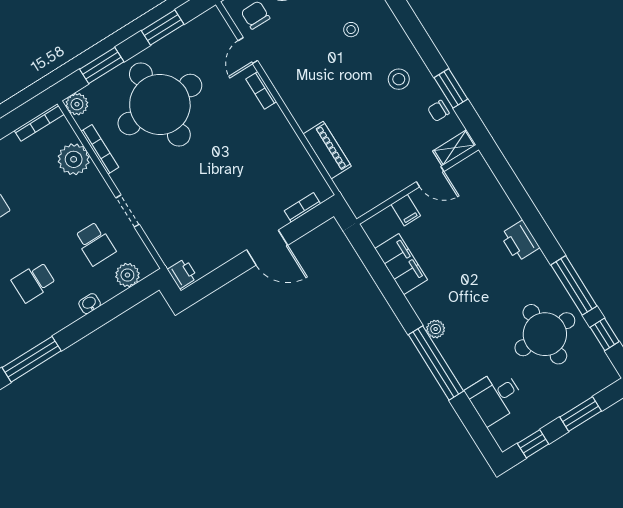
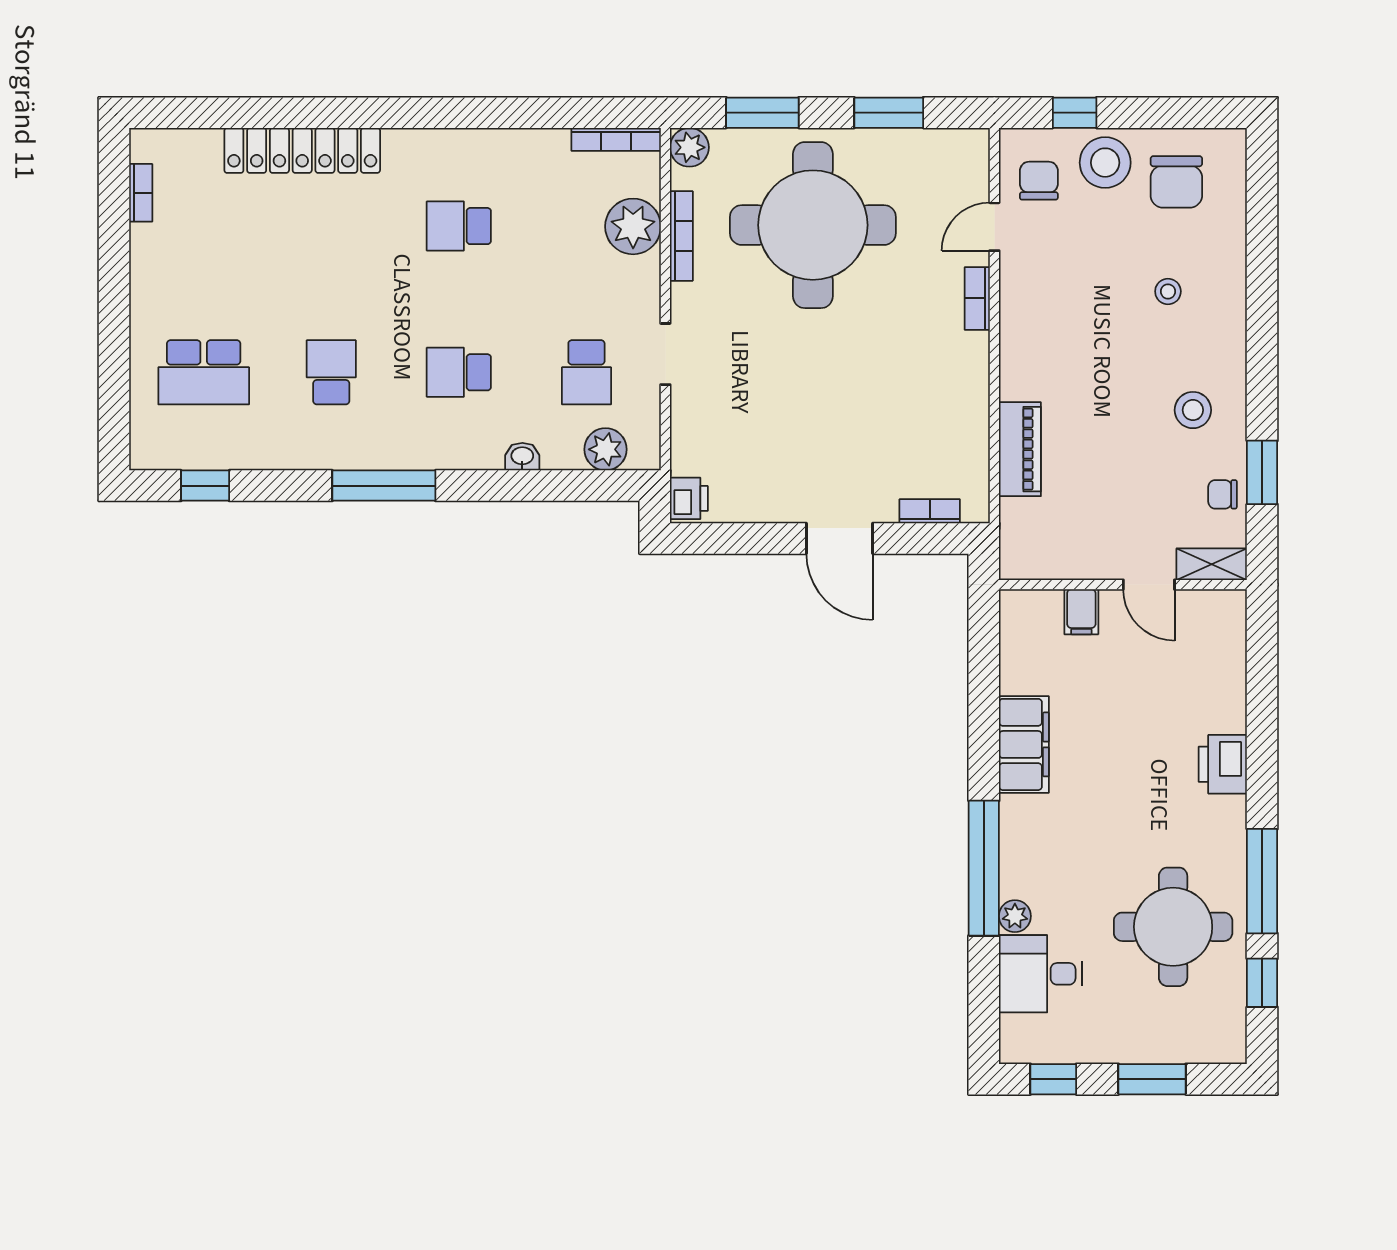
filing cabinet: (401, 264) -> (1024, 744), moved
plant: (436, 329) -> (1015, 916), moved

